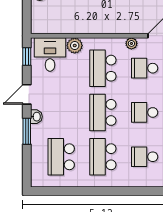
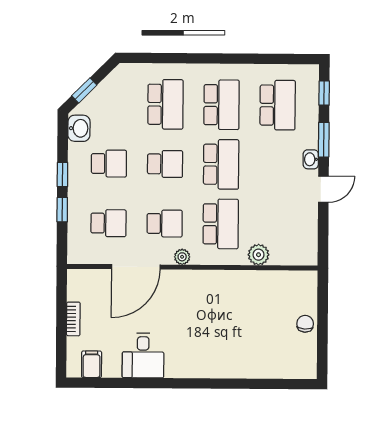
desk: (50, 55) -> (292, 243), removed
window: (27, 57) -> (324, 93), moved
school desk: (145, 157) -> (165, 104), width x1.85

